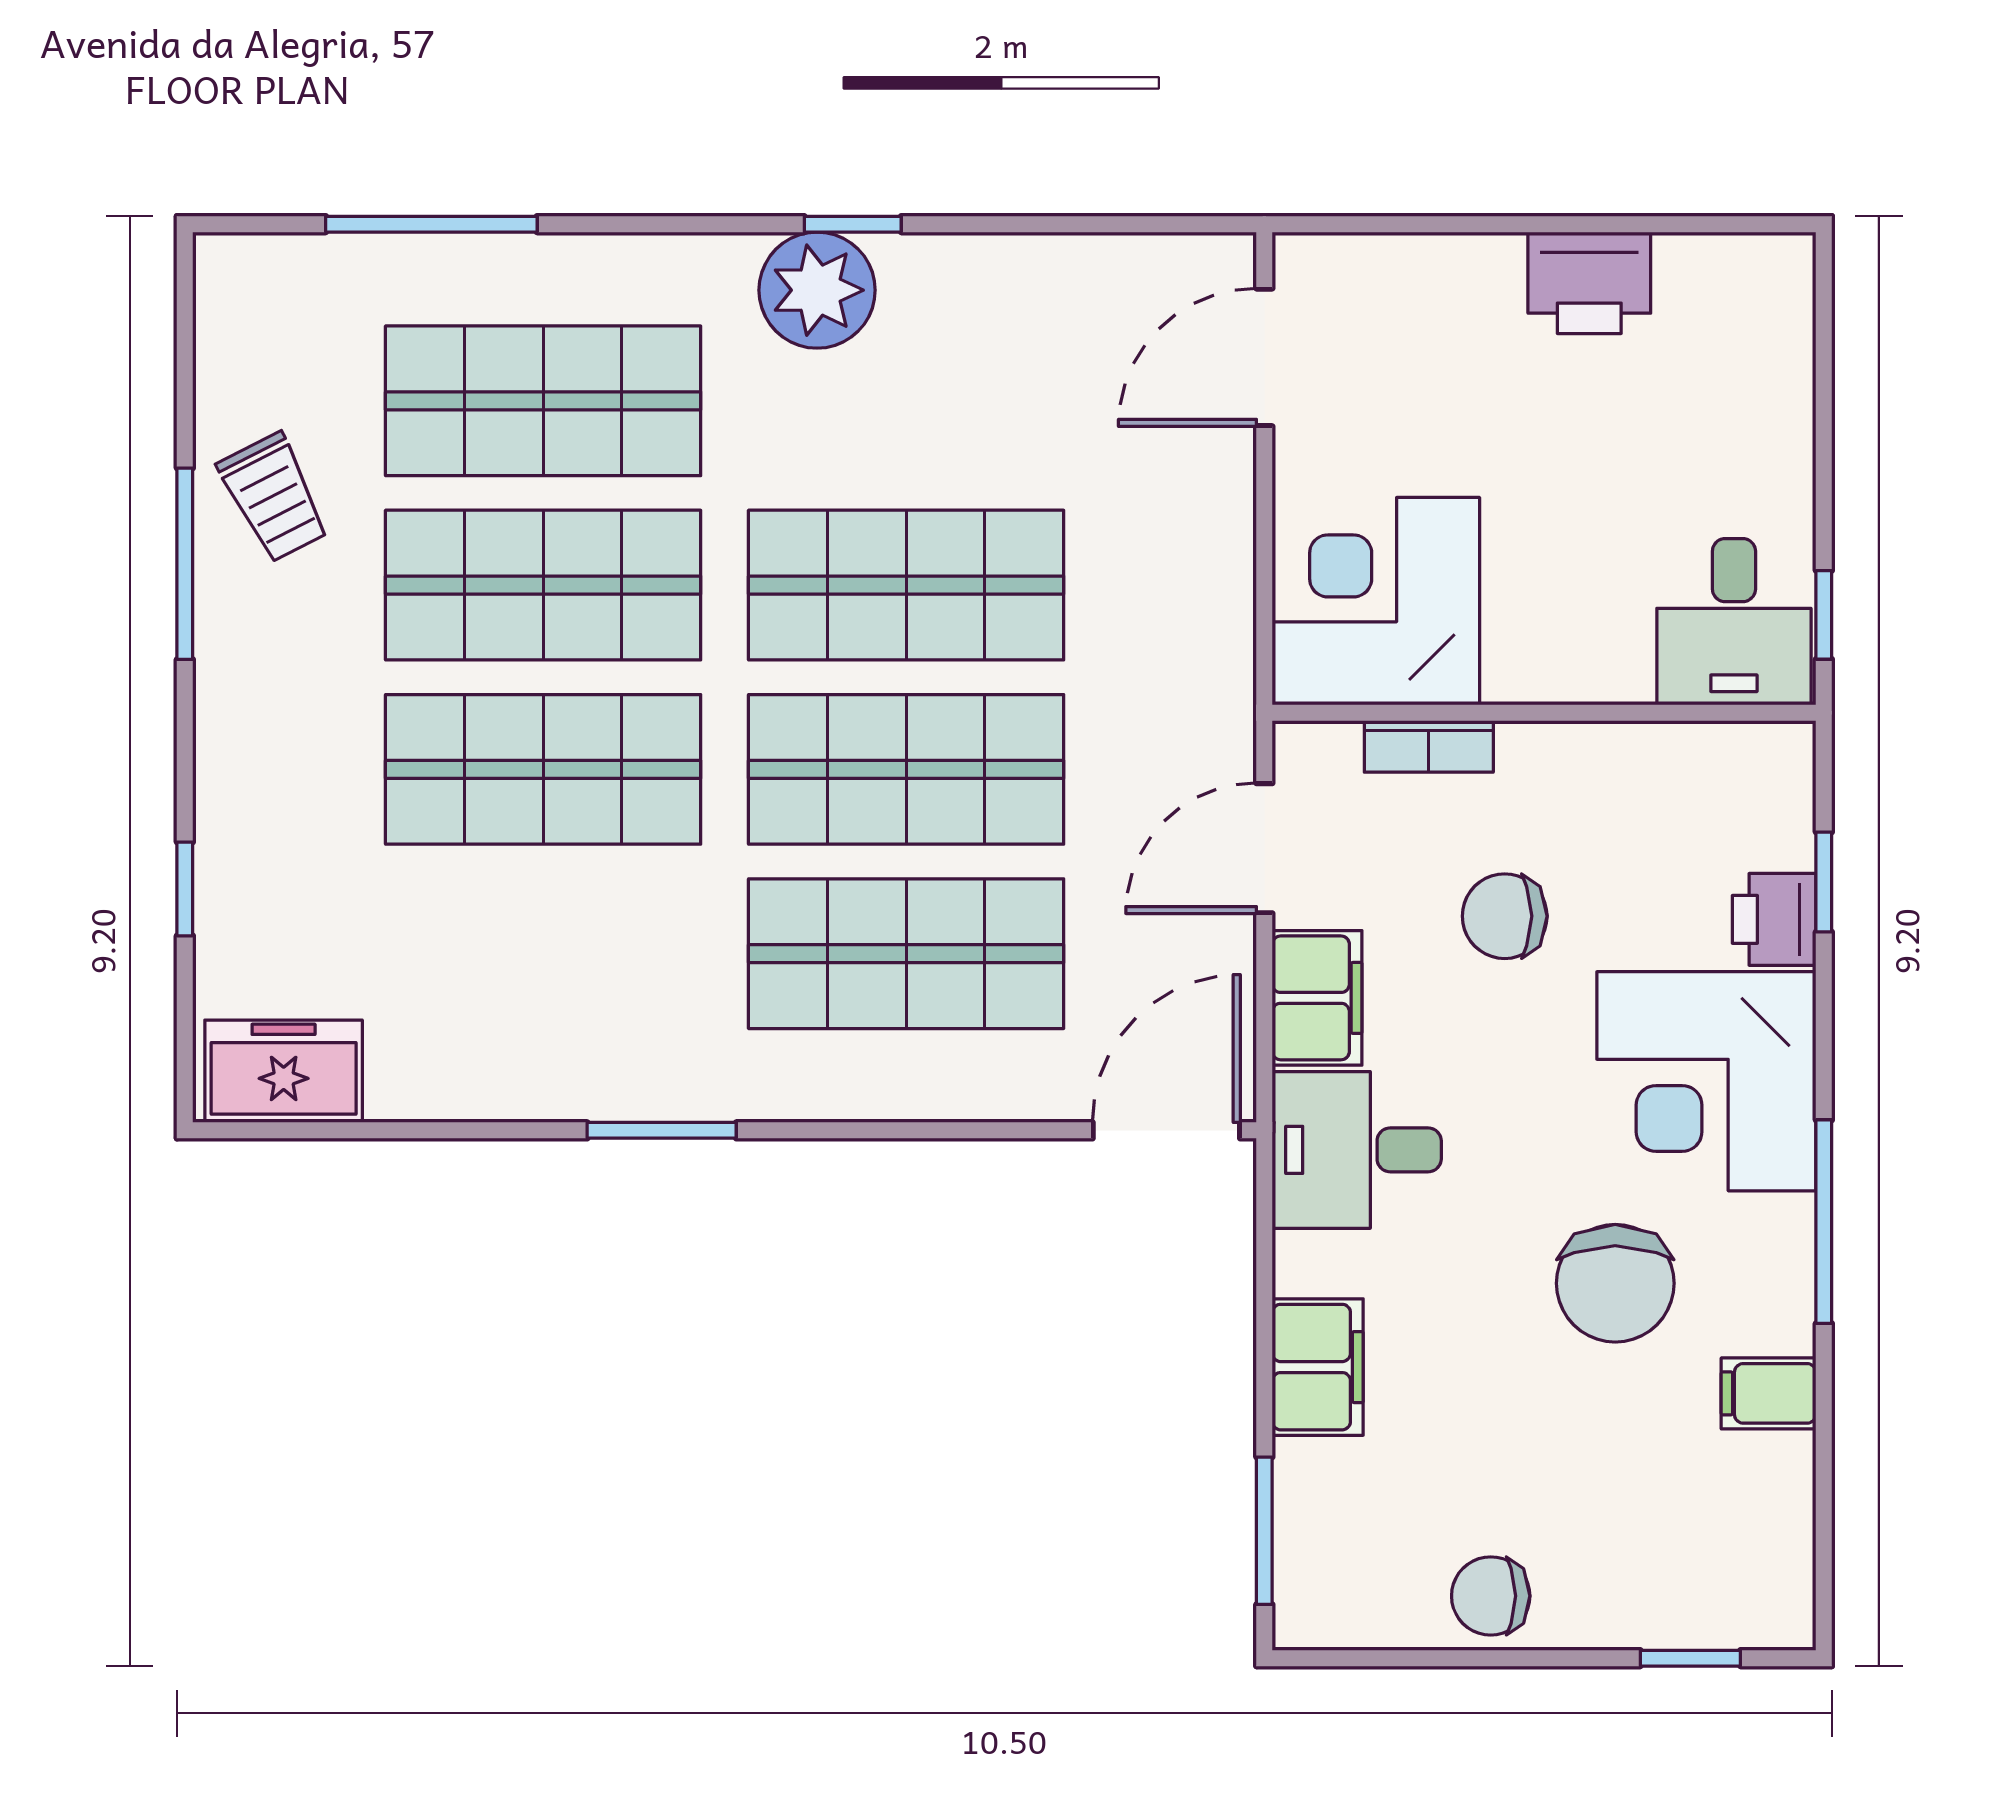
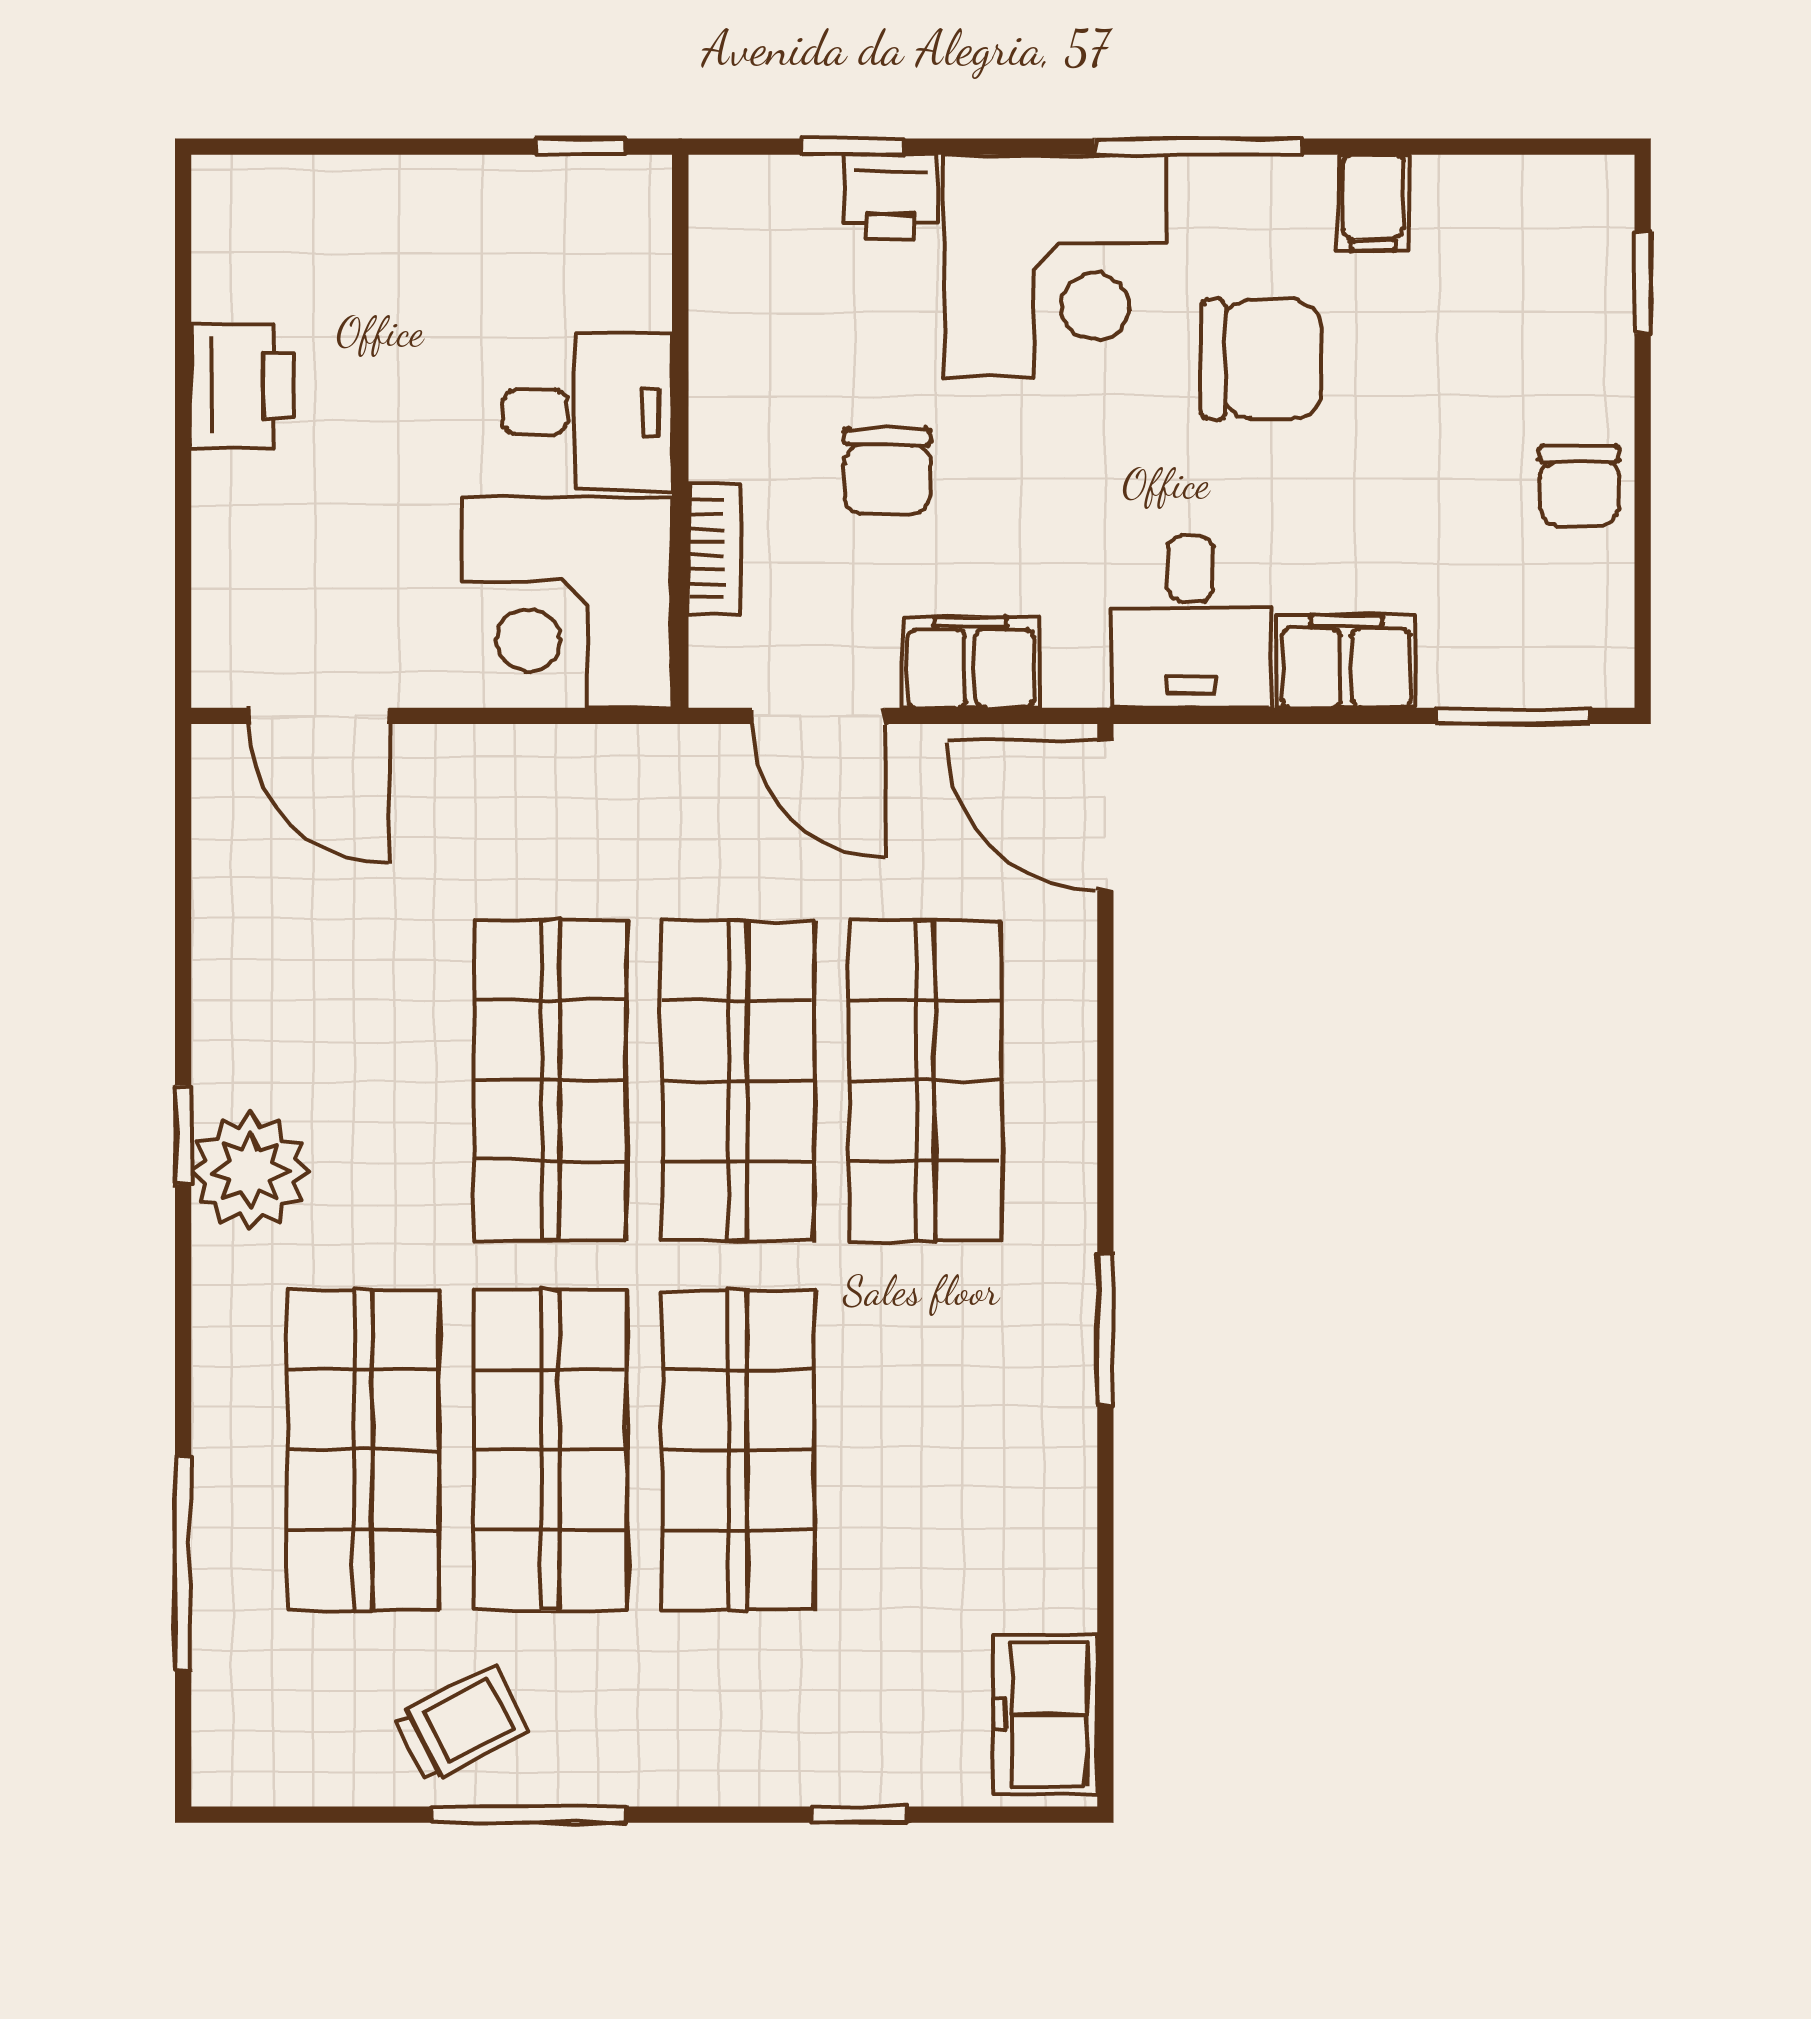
desk: (1734, 622) -> (588, 412), moved
desk: (1357, 1150) -> (1191, 622), moved

